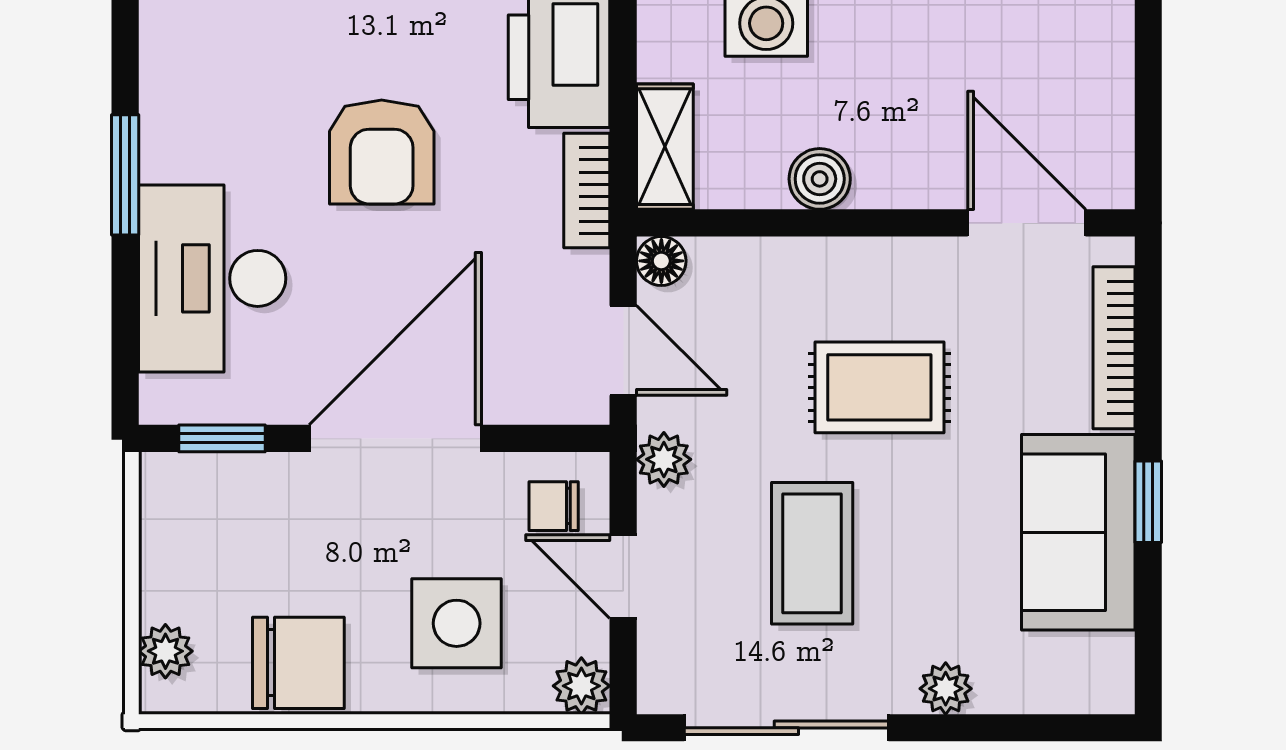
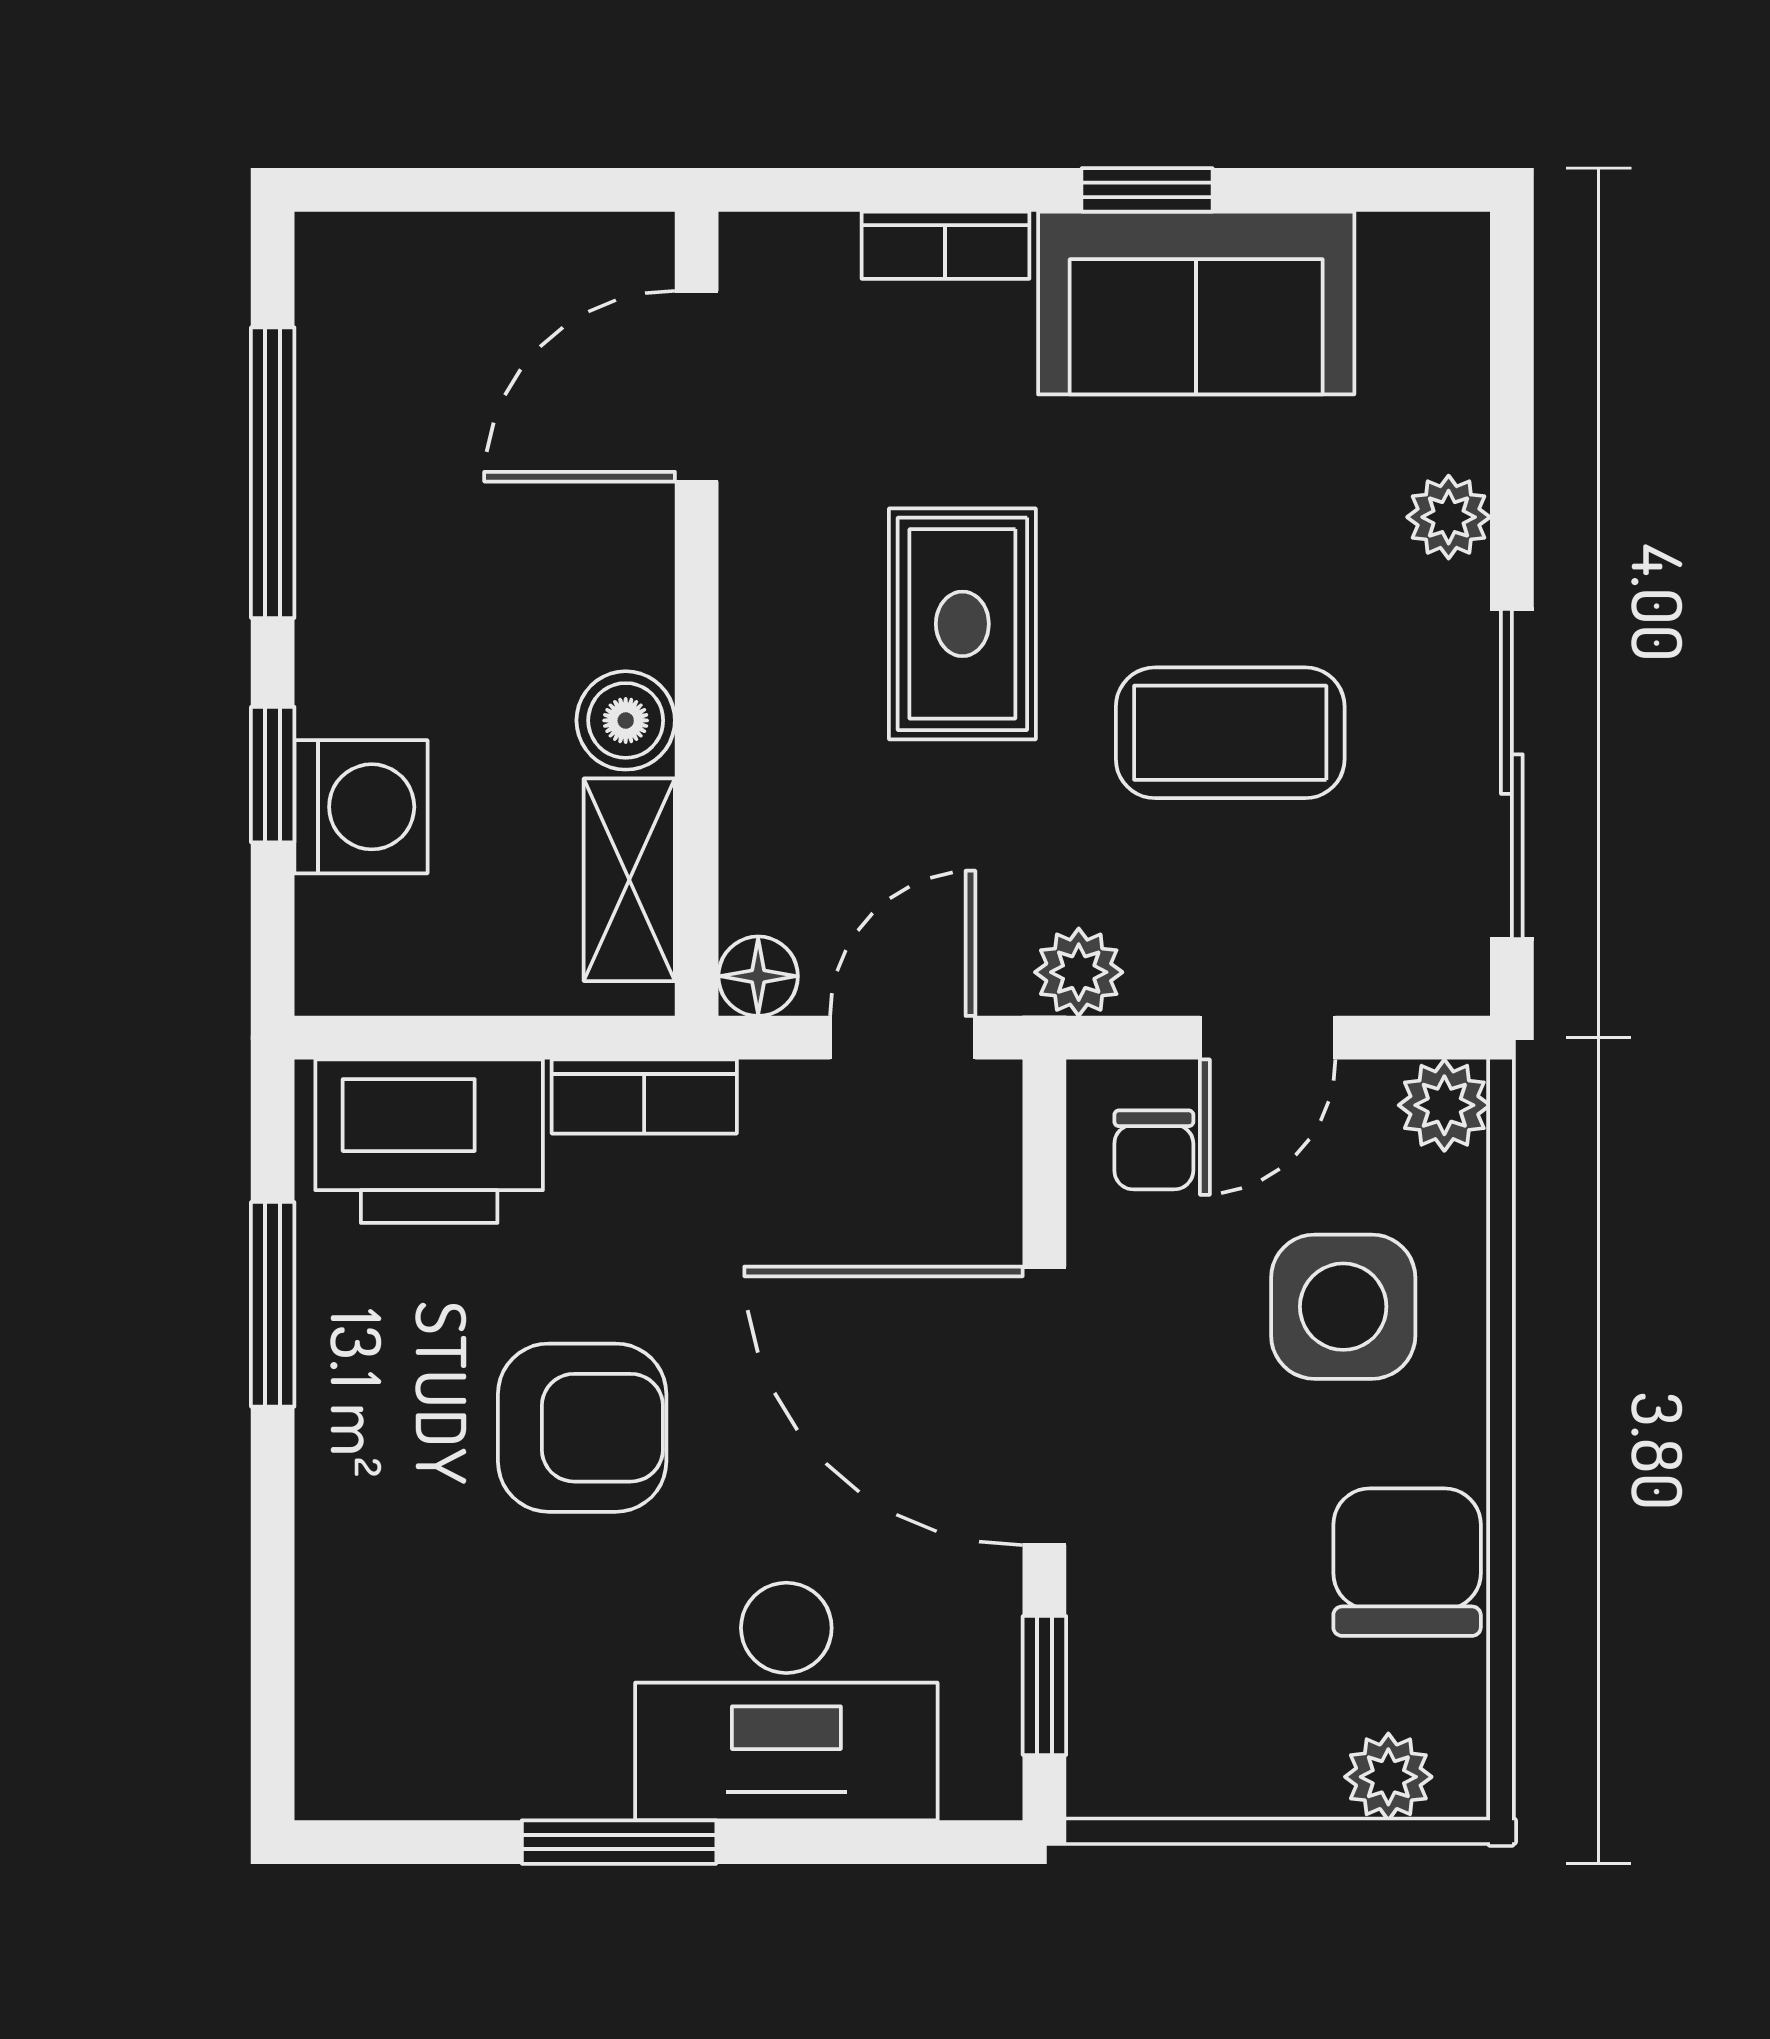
shelving: (665, 147) -> (629, 880), moved, turned 90
bookcase: (1114, 348) -> (945, 245), width x0.64

